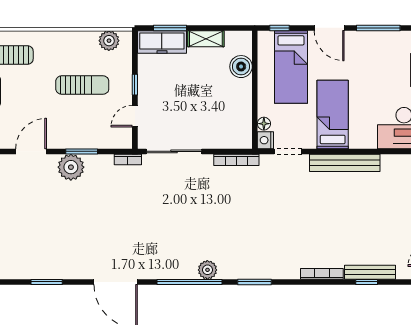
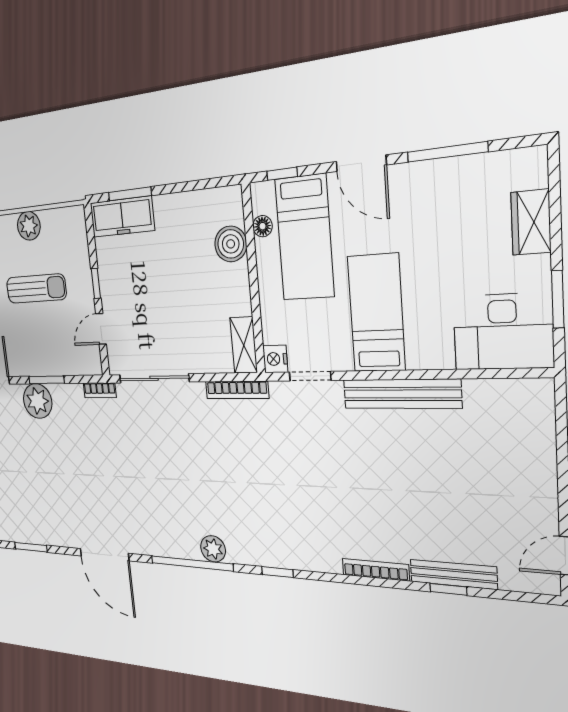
shelving: (206, 39) -> (244, 345), moved, turned 90
plant: (109, 41) -> (29, 226), moved
floor lamp: (264, 124) -> (263, 226), moved
window: (255, 282) -> (277, 572), width x0.67

